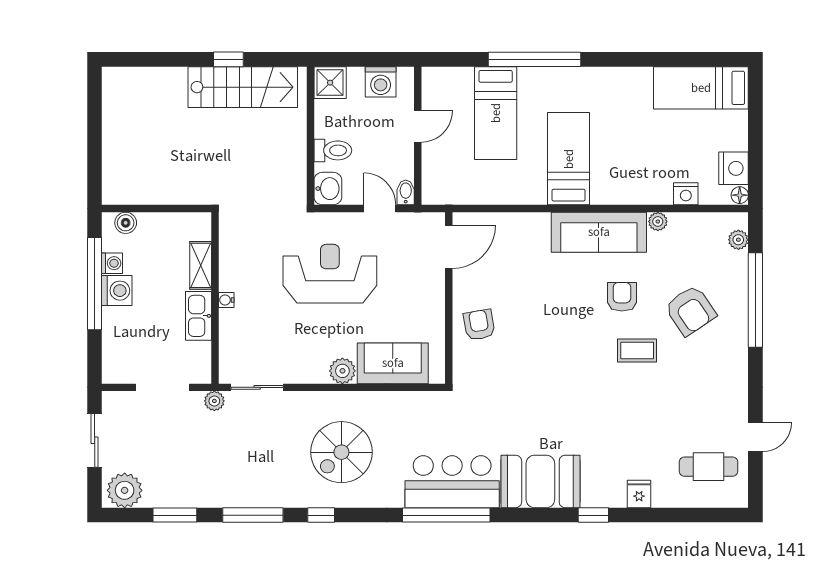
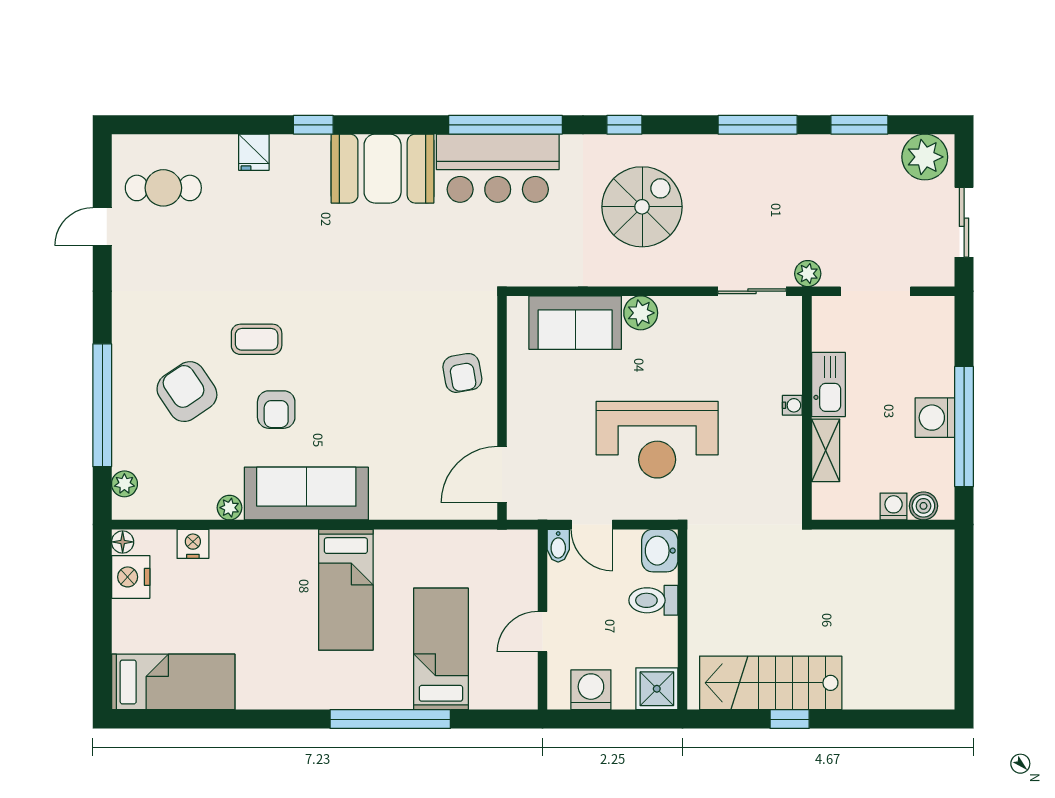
washing machine: (112, 263) -> (894, 506), moved, turned 90
window: (321, 515) -> (624, 125), moved

